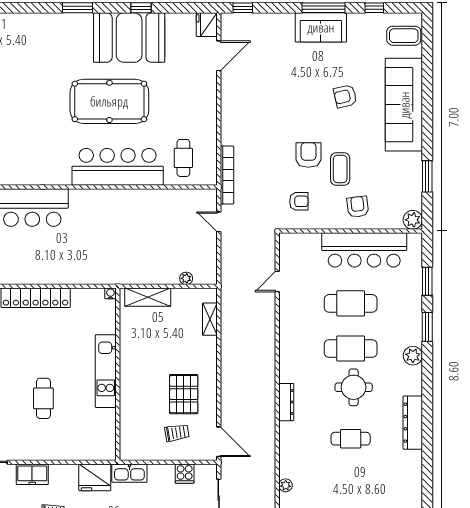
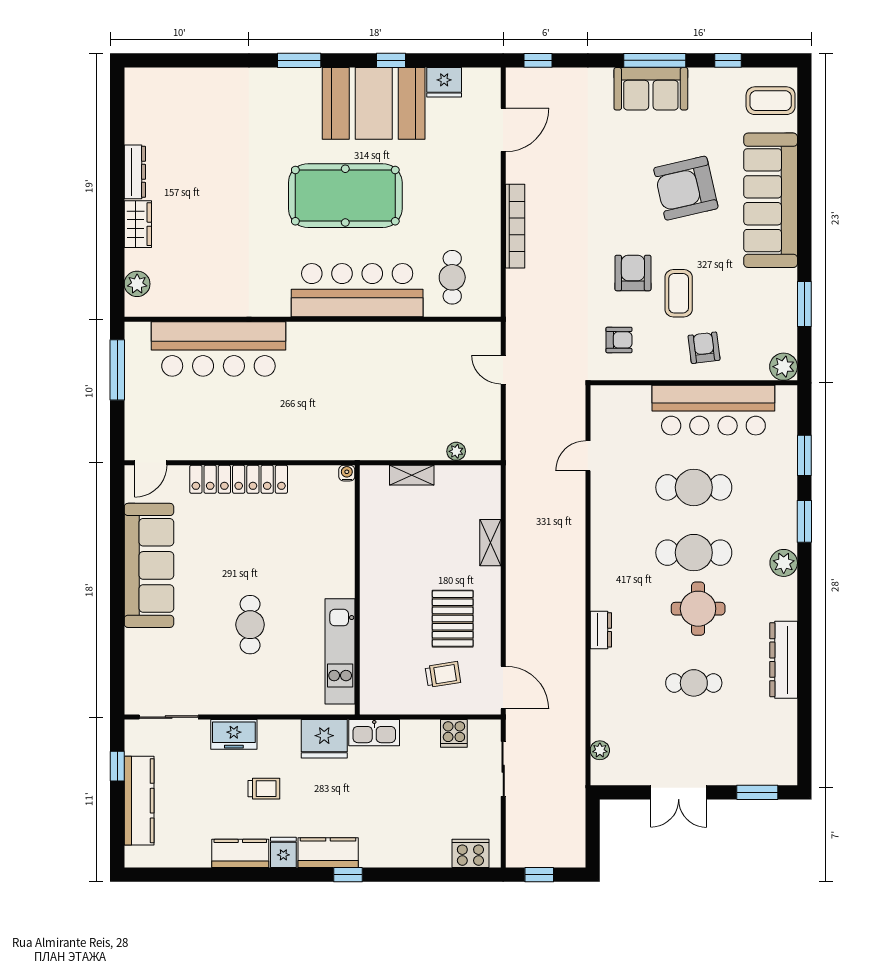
fridge: (207, 25) -> (444, 82), moved, turned -90
armchair: (345, 96) -> (686, 188), width x1.88, depth x1.88
bookcase: (227, 175) -> (515, 226), moved
shelving: (148, 297) -> (412, 475), width x0.67, depth x0.75
shelving: (210, 319) -> (490, 543), moved
kitchen unit: (106, 371) -> (340, 651), moved
dresser: (286, 402) -> (601, 630), width x0.70

